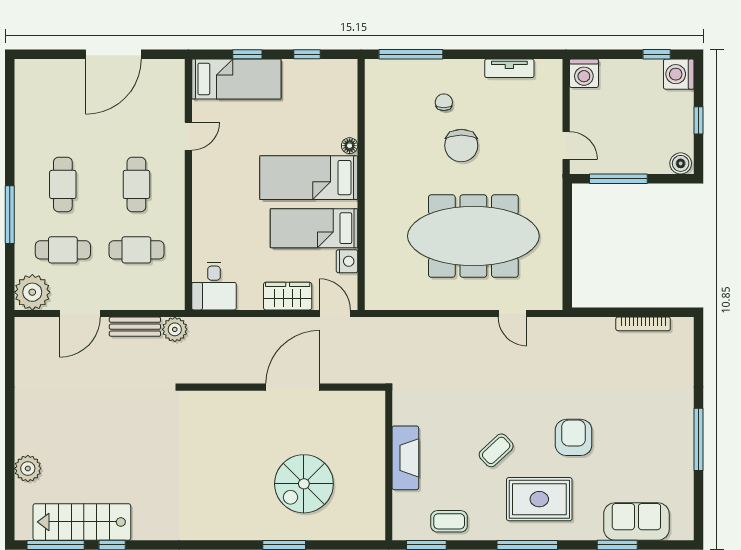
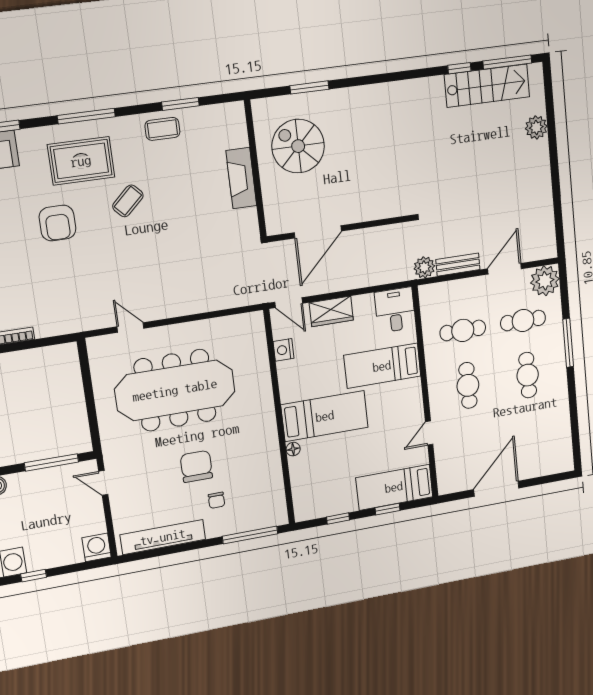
tv unit: (509, 68) -> (163, 537), width x1.92, depth x1.29
bed: (314, 228) -> (382, 366), moved, turned 180
fireplace: (405, 458) -> (241, 178), moved
wall: (389, 466) -> (255, 169), moved
spiral stairs: (304, 484) -> (298, 146), turned -90

